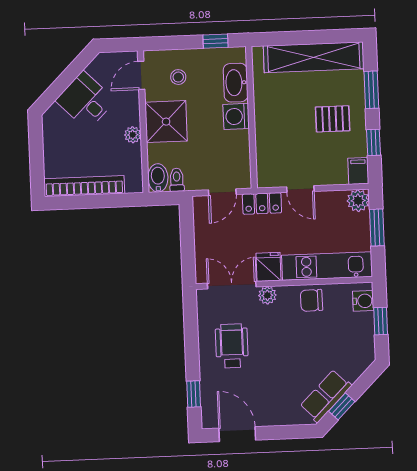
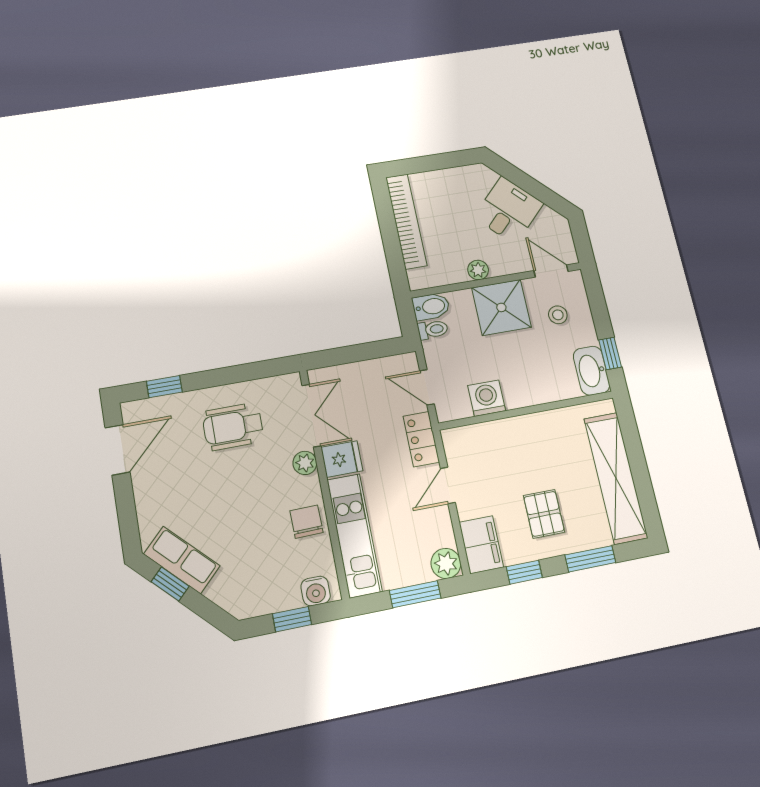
washbasin: (236, 83) -> (592, 371), moved, turned -90
washing machine: (236, 116) -> (487, 398), moved
filing cabinet: (358, 171) -> (481, 545), width x2.00
wheelchair: (232, 346) -> (233, 427), turned 180

